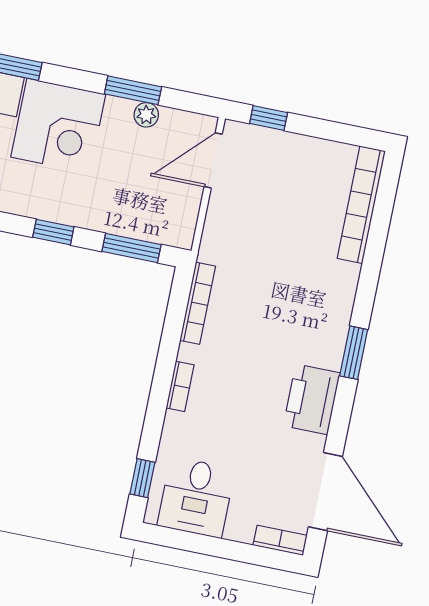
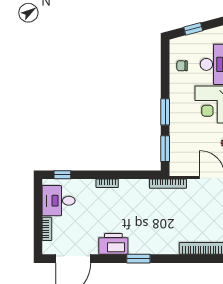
window: (53, 232) -> (165, 112), width x1.50
bookcase: (198, 303) -> (168, 184), moved
bookcase: (280, 540) -> (47, 229), moved

